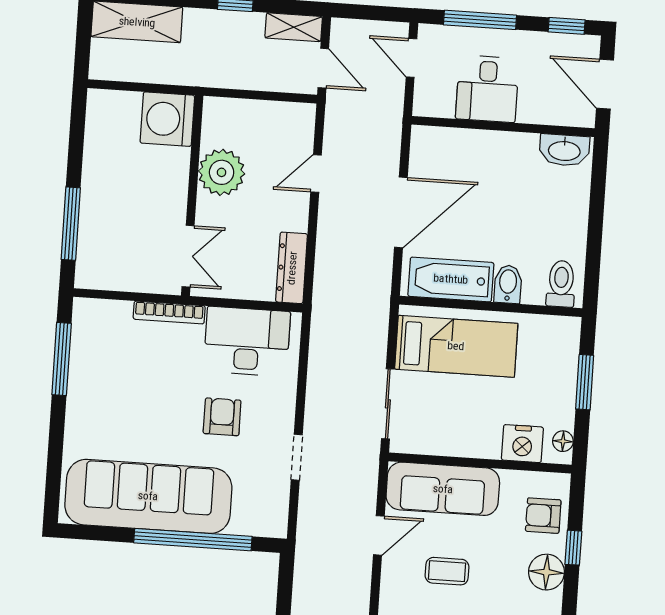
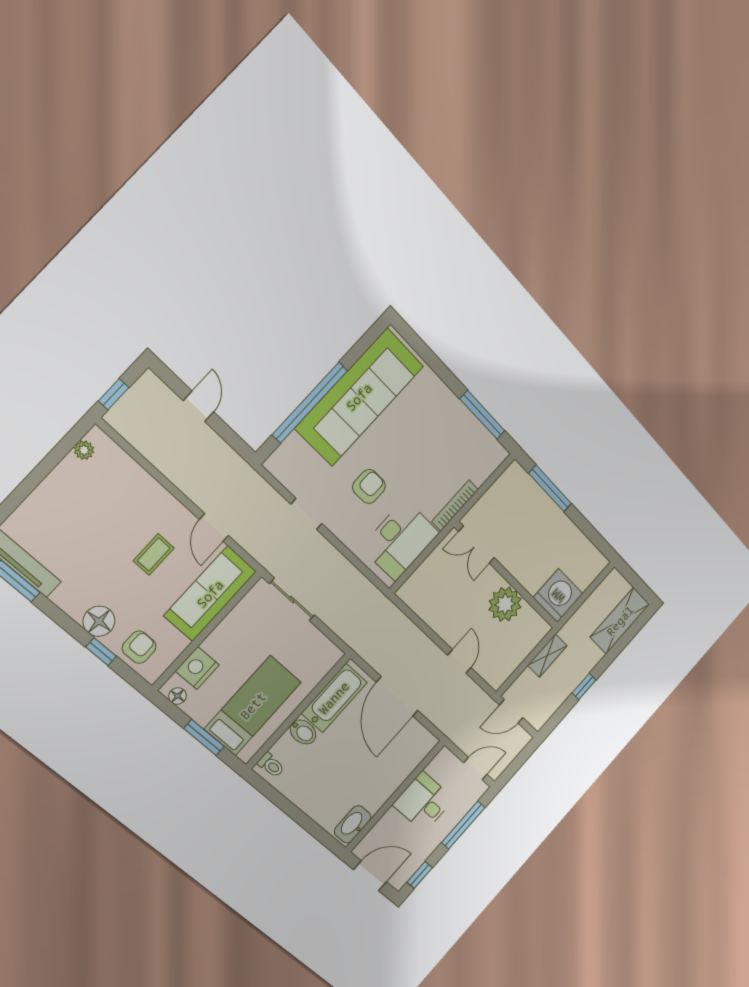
shelving: (294, 27) -> (547, 655), moved
dresser: (292, 268) -> (420, 603), removed
toilet: (561, 284) -> (271, 765), width x0.73, depth x0.72
bed: (456, 346) -> (253, 706), moved, turned 180
armchair: (222, 417) -> (369, 486), turned -90

